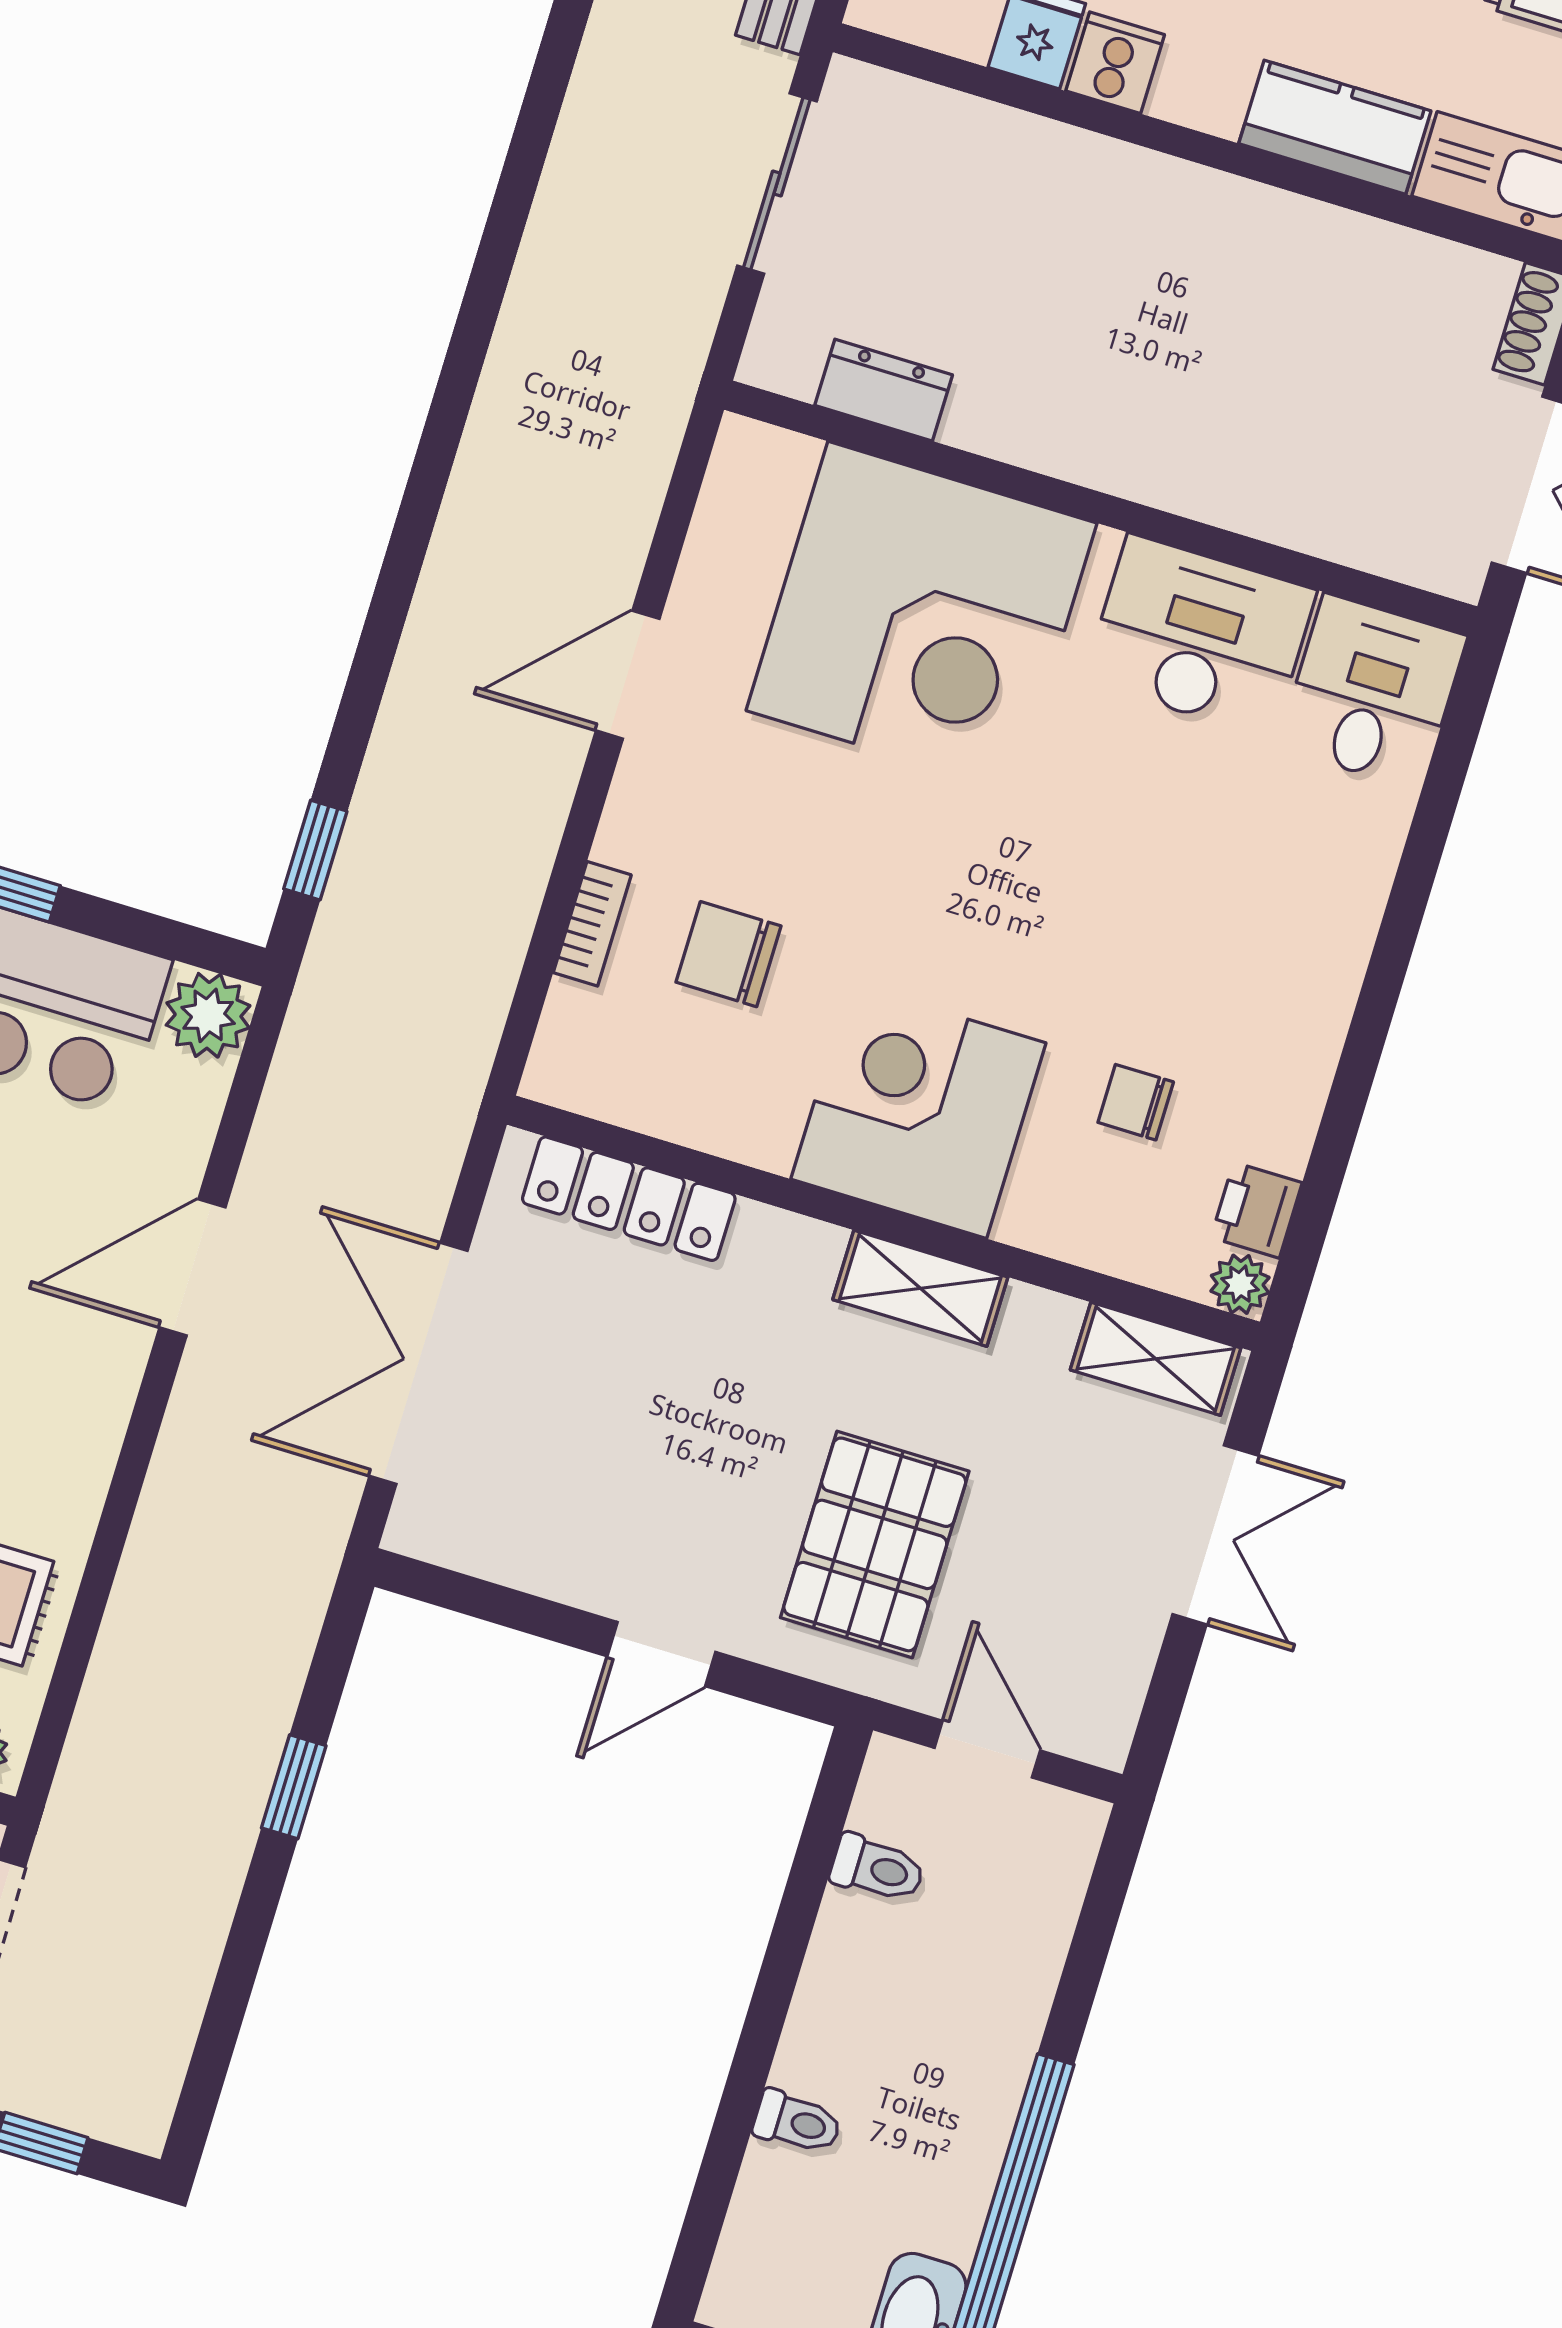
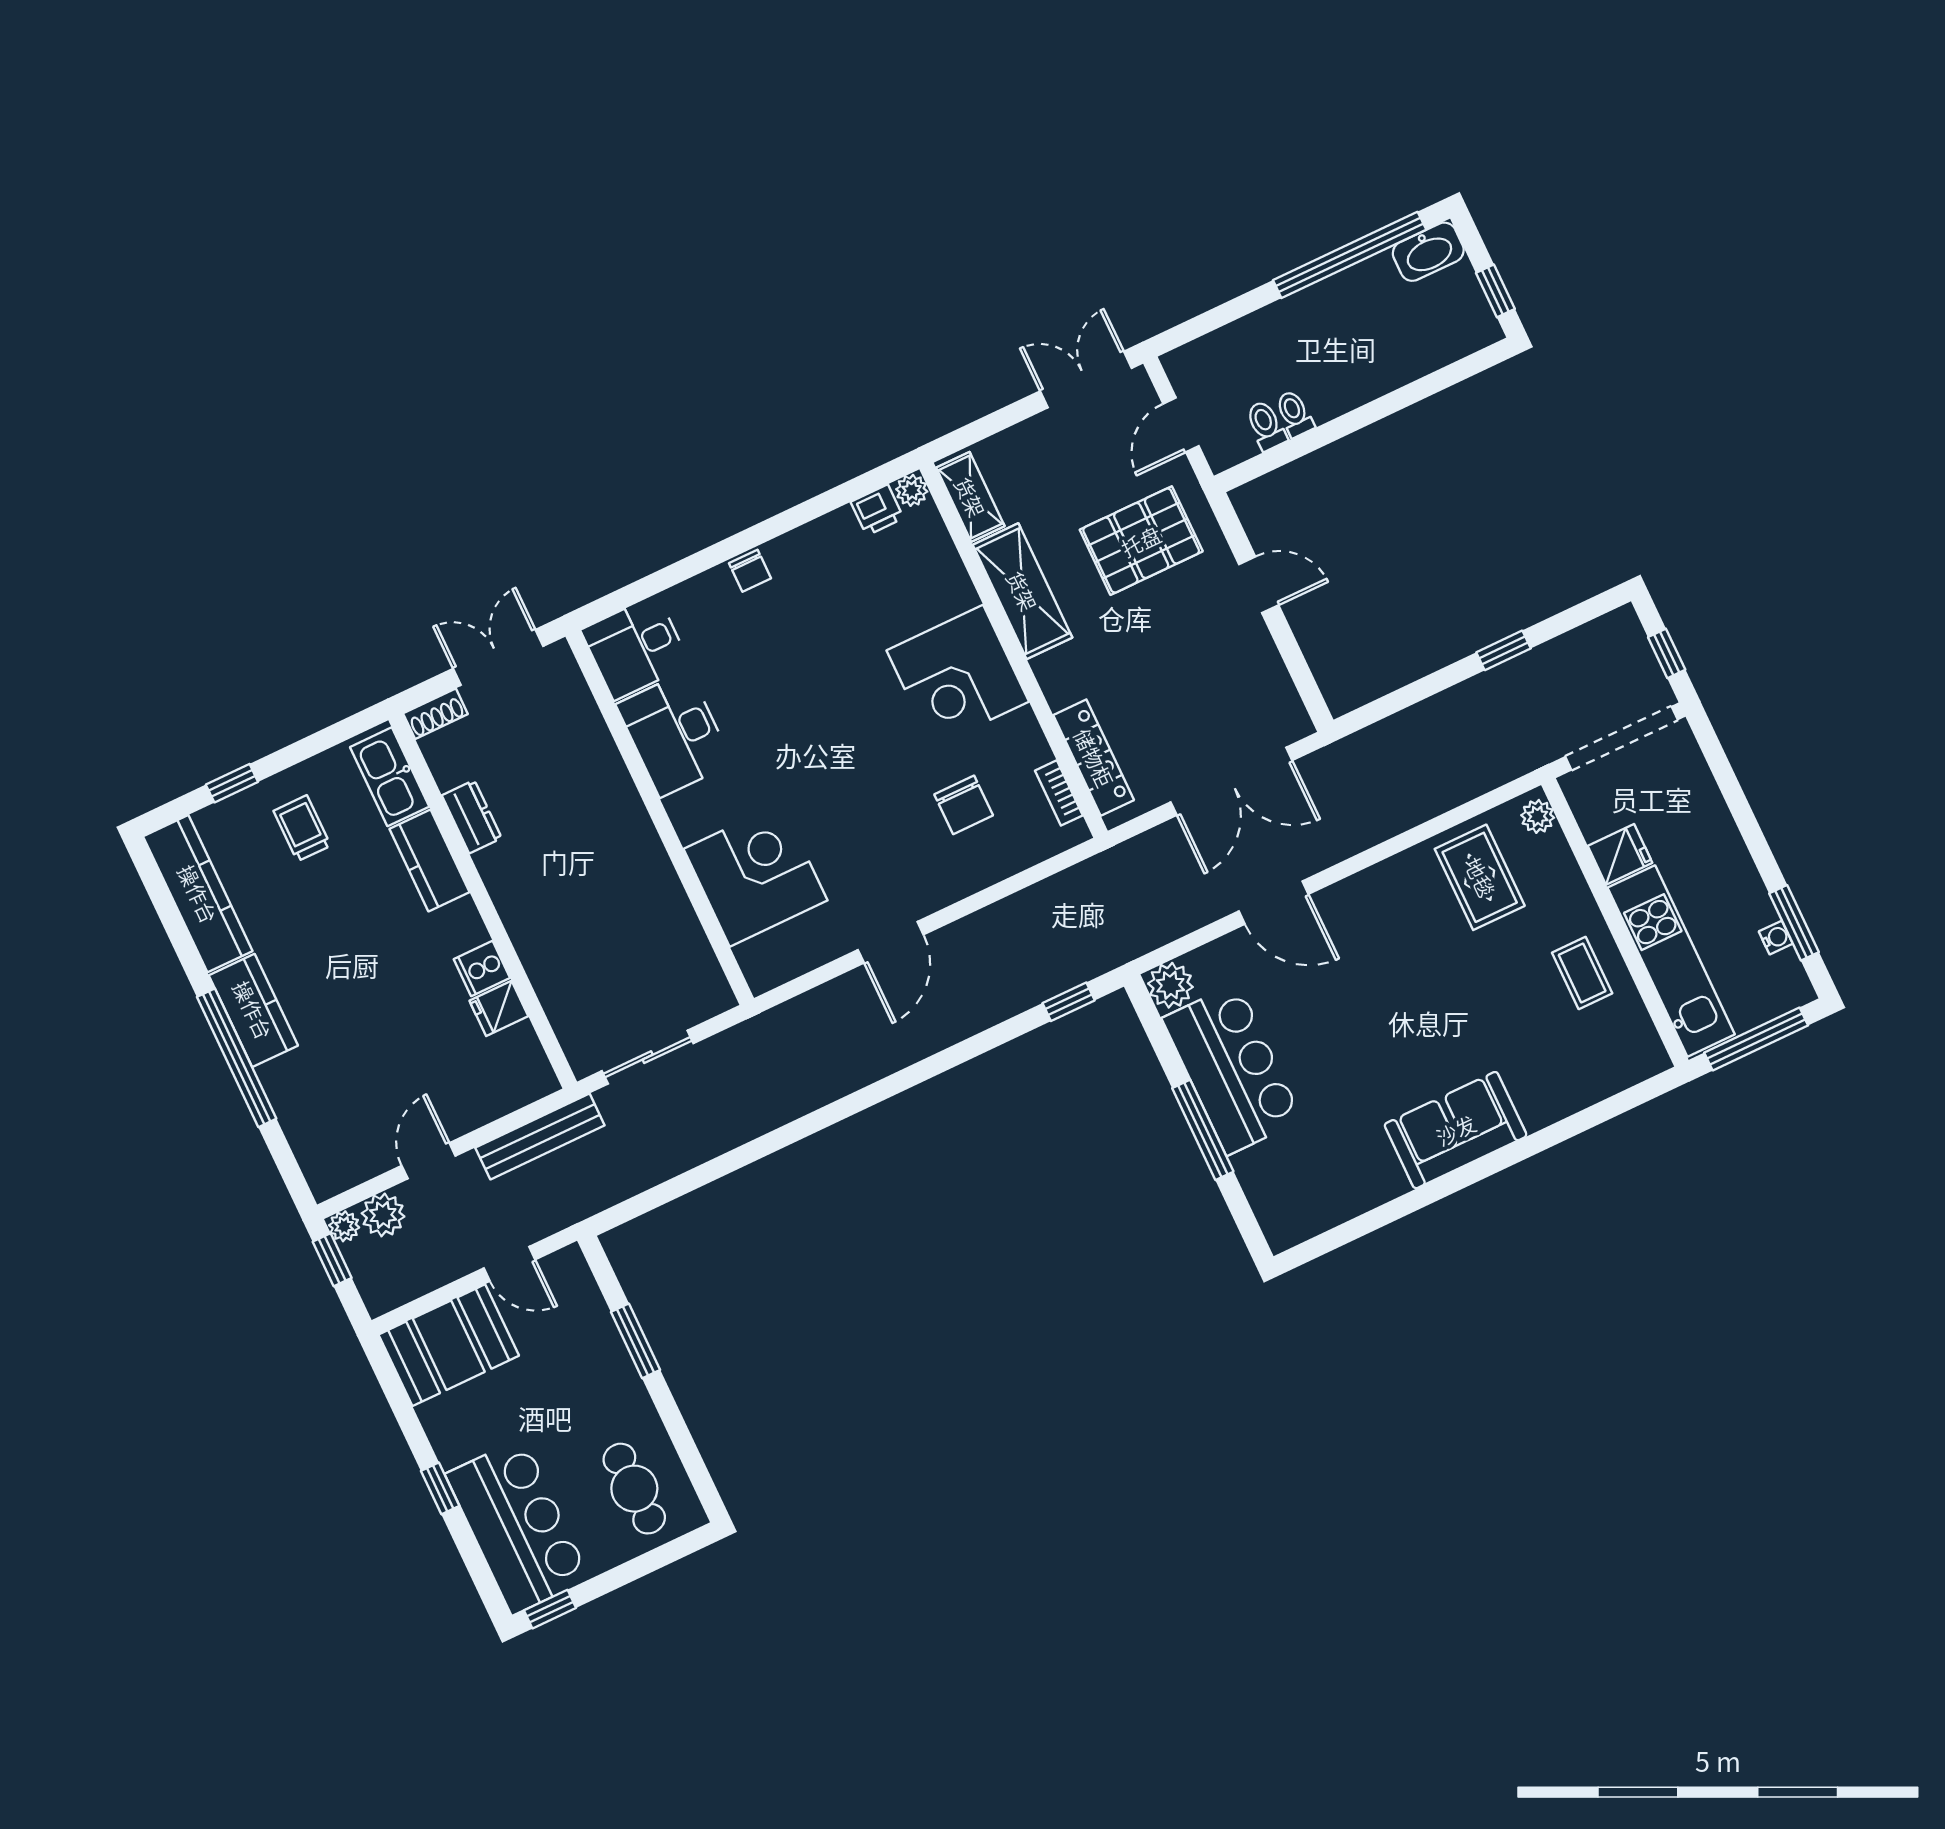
dresser: (884, 390) -> (472, 817), moved, turned 180
corner desk: (922, 617) -> (756, 875), width x0.74, depth x0.74
door: (628, 675) -> (891, 942), hinge flipped
bookcase: (592, 924) -> (1059, 793), moved, turned -90
chair: (1136, 1102) -> (750, 571), moved
shelving: (920, 1288) -> (1022, 591), width x1.50, depth x1.33
double door: (1215, 1535) -> (1086, 380), moved
window: (294, 1787) -> (1504, 650), moved
toilet: (797, 2122) -> (1294, 414), moved

